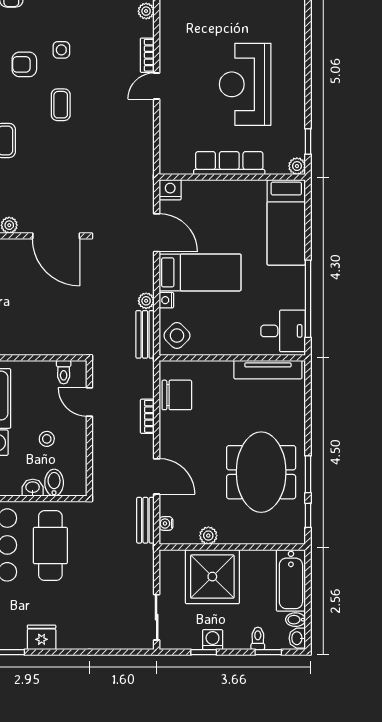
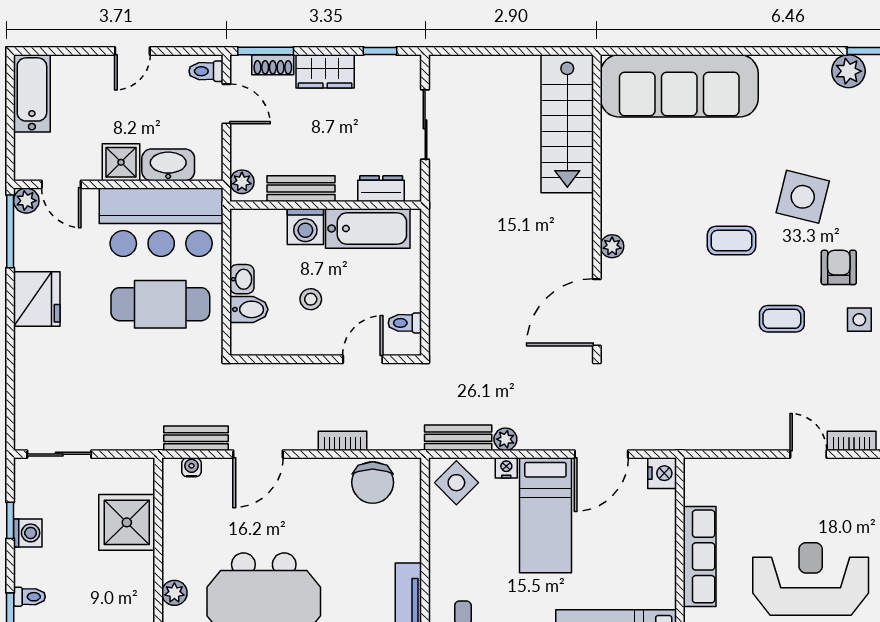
plant: (208, 536) -> (174, 593), moved
shower: (212, 577) -> (127, 522), width x0.73, depth x0.73
fridge: (42, 637) -> (37, 299), width x1.36, depth x1.34

